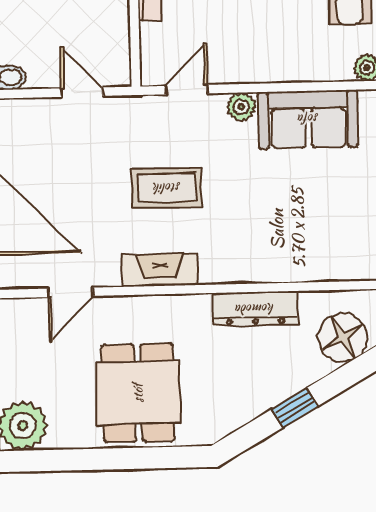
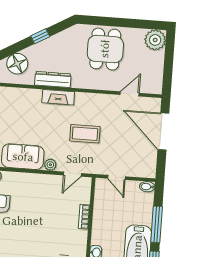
fireplace: (160, 270) -> (58, 97), moved

